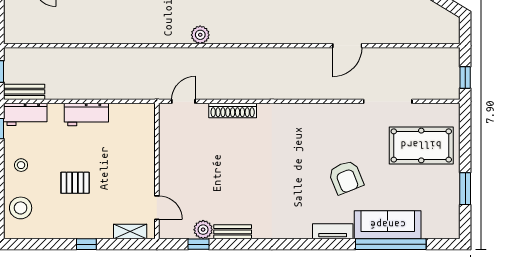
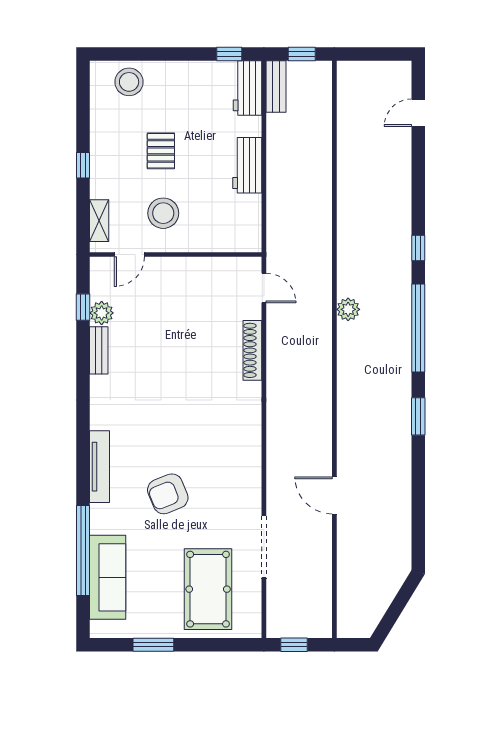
stool: (21, 165) -> (163, 213), moved, width x1.89, depth x1.89
sofa: (388, 225) -> (108, 577), moved
tv unit: (333, 231) -> (99, 467), width x1.41

